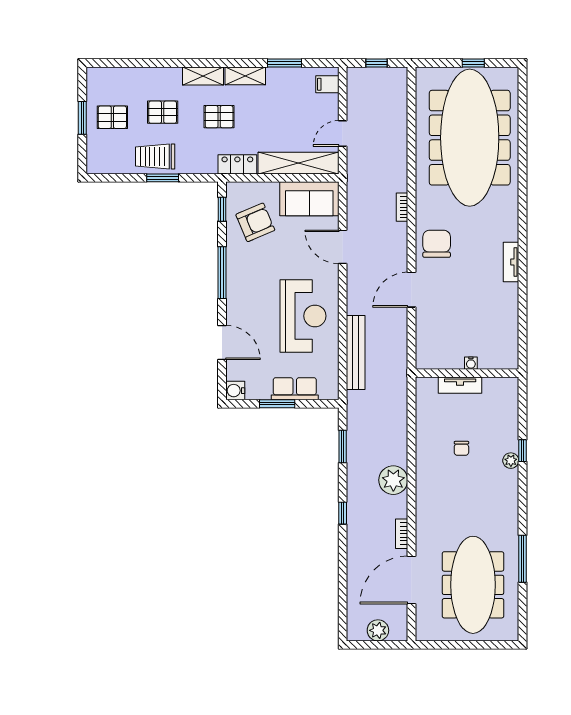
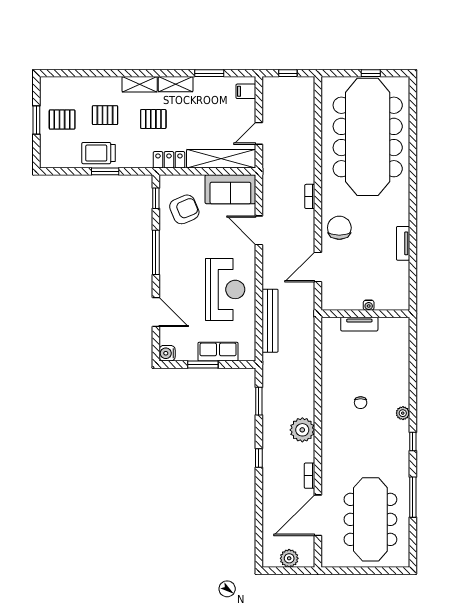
water cooler: (471, 363) -> (369, 305), moved
wall: (467, 373) -> (365, 314), moved
tv unit: (460, 385) -> (359, 324), moved
window: (523, 451) -> (413, 442), moved

